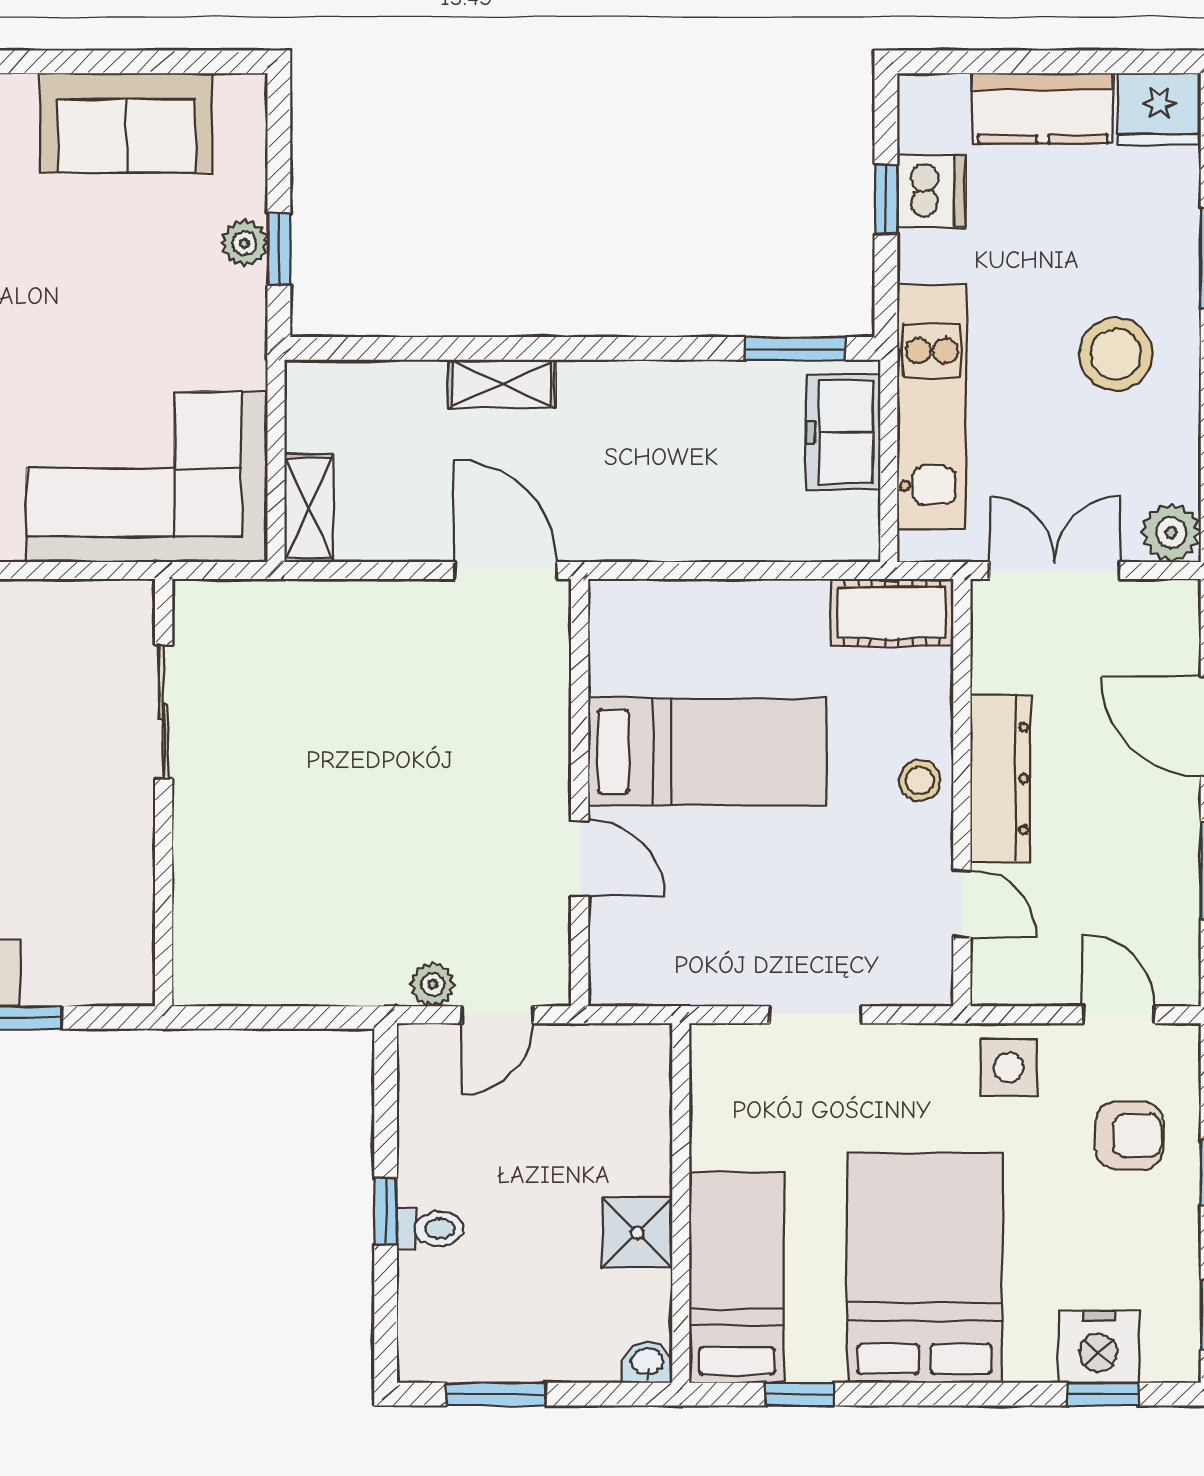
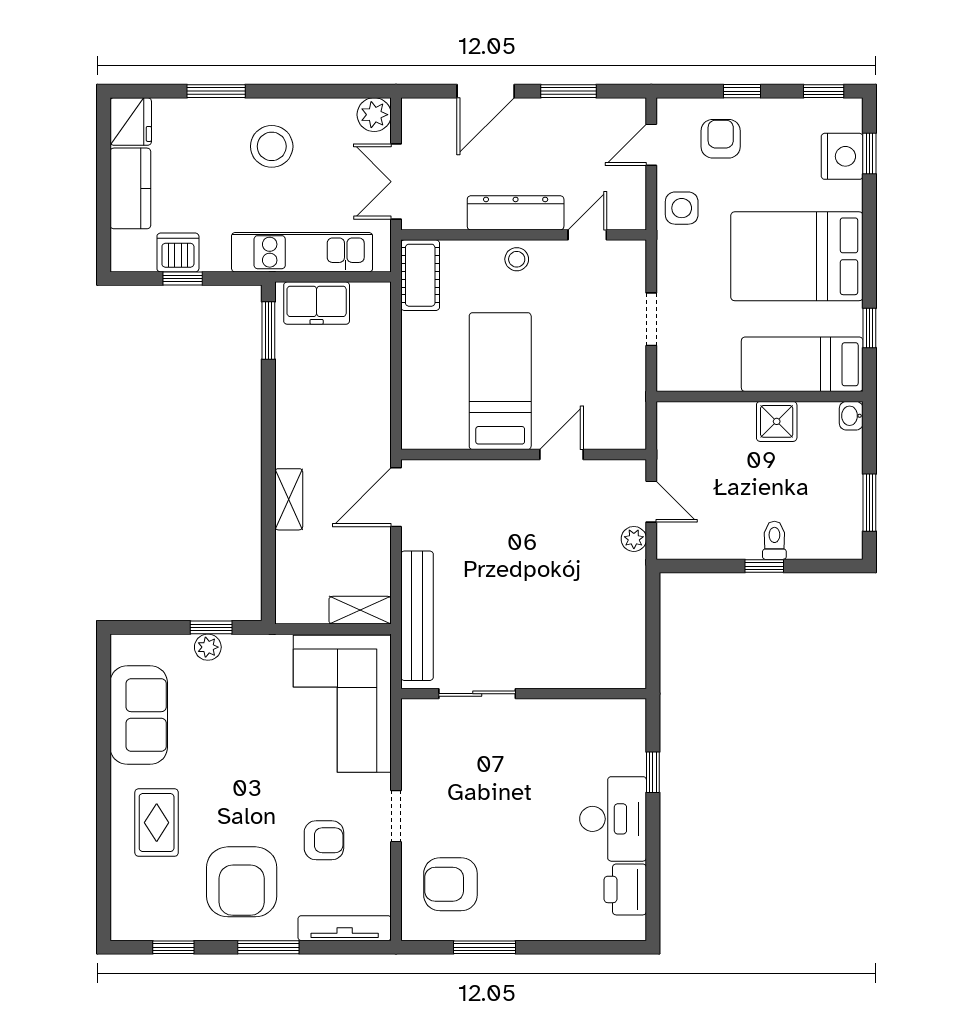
bench: (299, 607) -> (417, 616), added

